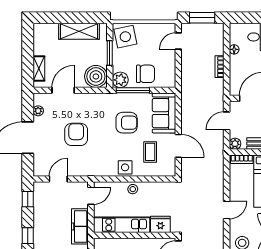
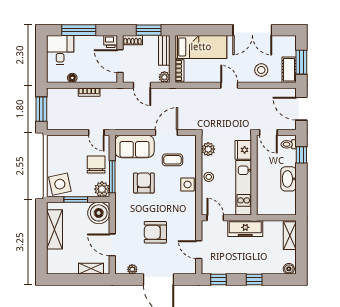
door: (178, 41) -> (96, 132), moved
plant: (161, 189) -> (208, 149), added

